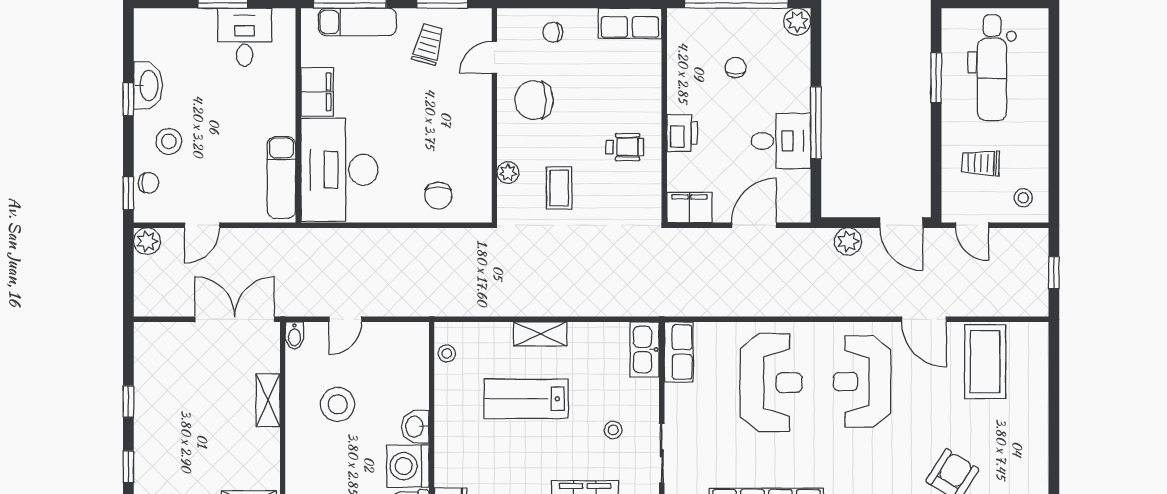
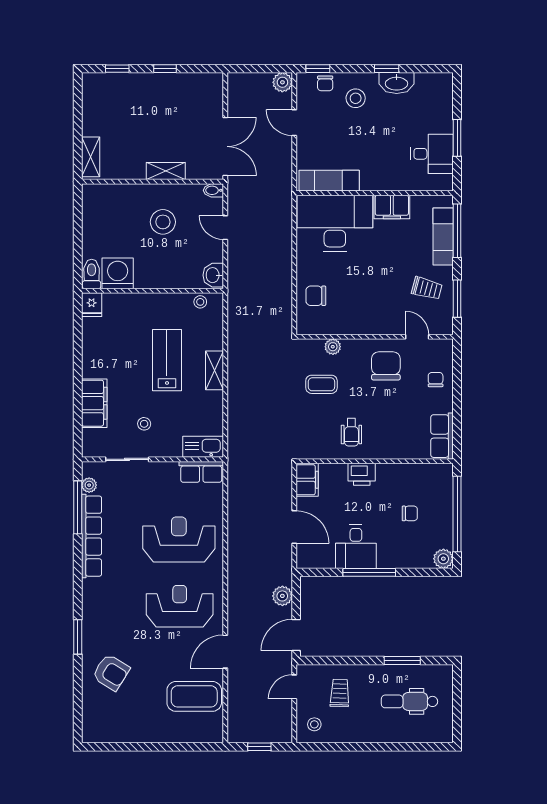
dental chair: (992, 68) -> (410, 701), width x0.73, depth x0.72
reception desk: (771, 383) -> (179, 540), turned 180
washbasin: (415, 427) -> (213, 275), moved, turned -90

